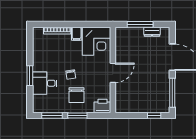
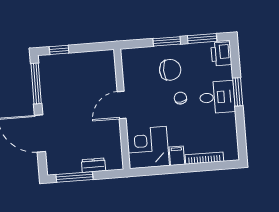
window: (140, 24) -> (74, 177), moved
dresser: (152, 32) -> (93, 165), moved
desk: (45, 83) -> (217, 97), moved
chair: (76, 95) -> (170, 70), turned 90
printer: (102, 106) -> (221, 54), moved, turned 90

